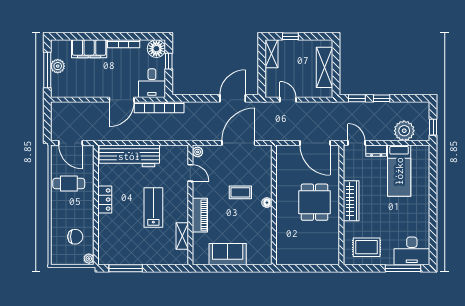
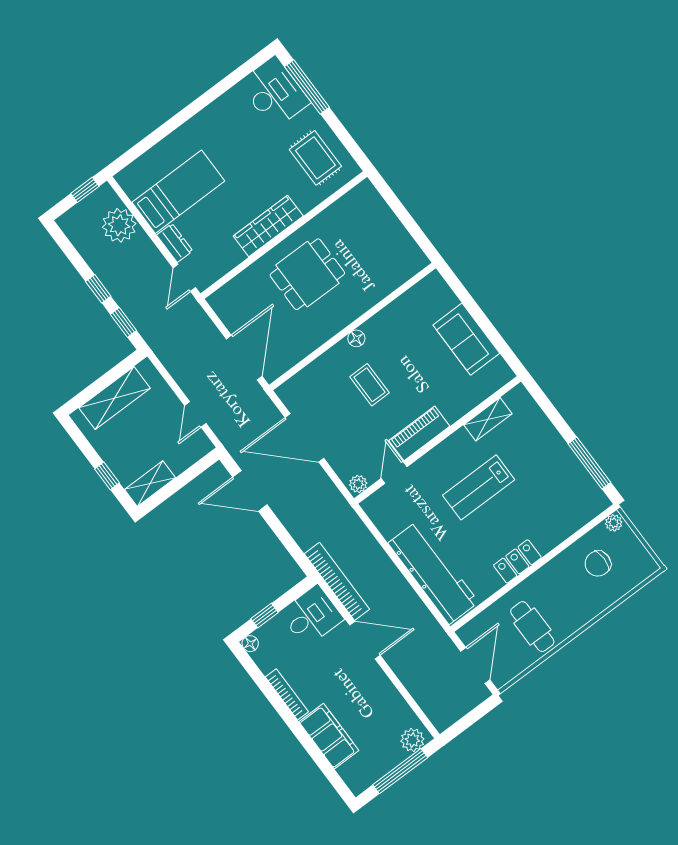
floor lamp: (156, 49) -> (250, 644), width x0.53, depth x0.53
plant: (58, 66) -> (412, 740), moved
door: (315, 143) -> (244, 358), moved
piano: (200, 215) -> (419, 433), moved
chair: (75, 237) -> (598, 564), turned -90

